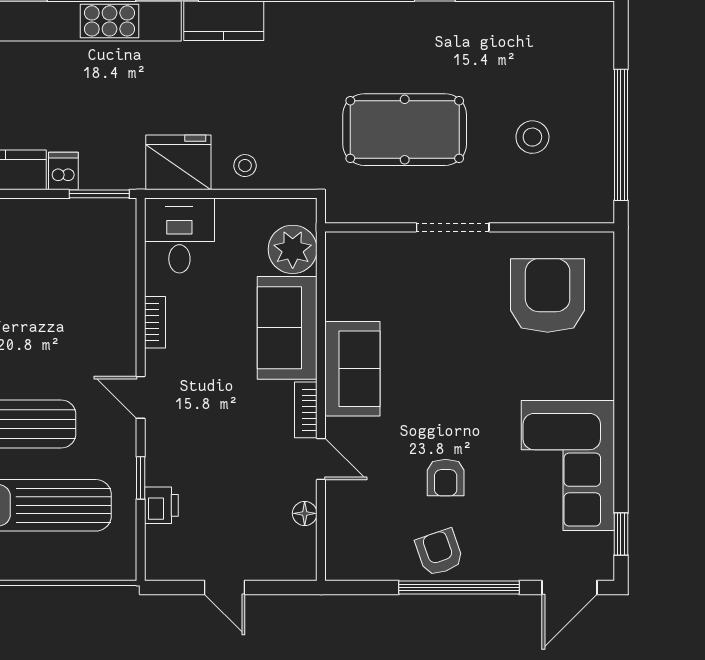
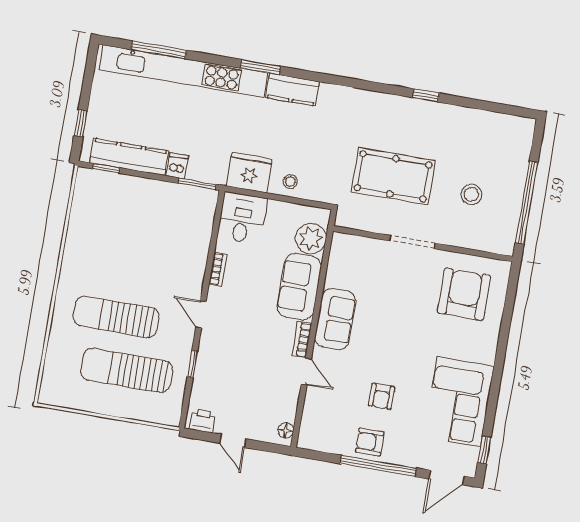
printer: (161, 505) -> (203, 421), moved, turned -90
floor lamp: (305, 513) -> (286, 430), moved
armchair: (439, 552) -> (370, 442), turned -71

